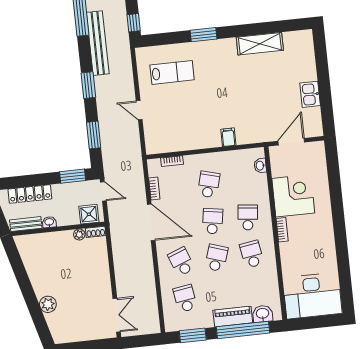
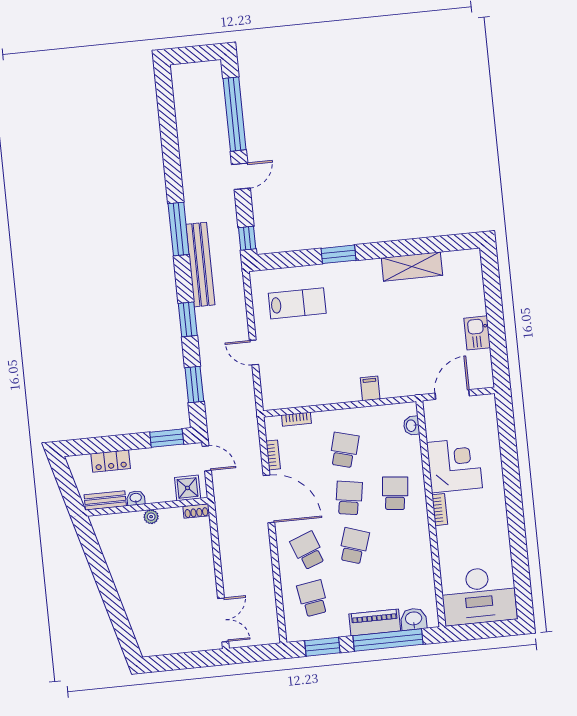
locker: (30, 194) -> (111, 461), width x0.66
plant: (79, 234) -> (151, 517), moved
school desk: (252, 254) -> (400, 541), removed
plant: (48, 304) -> (133, 605), removed

